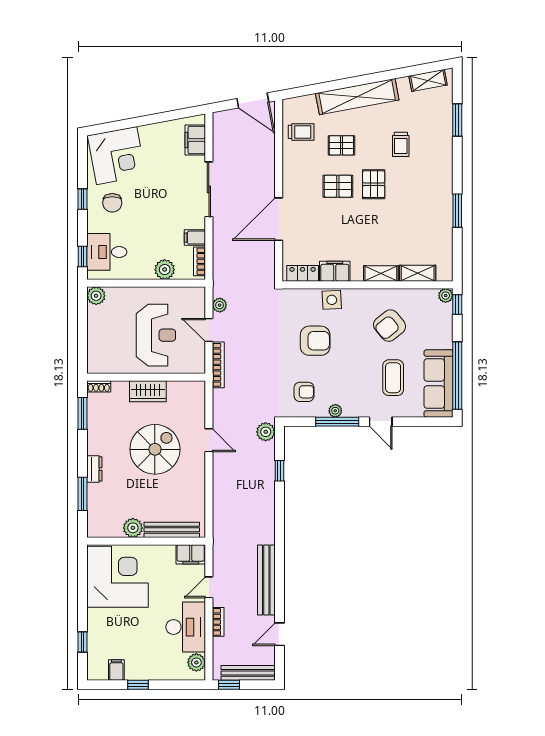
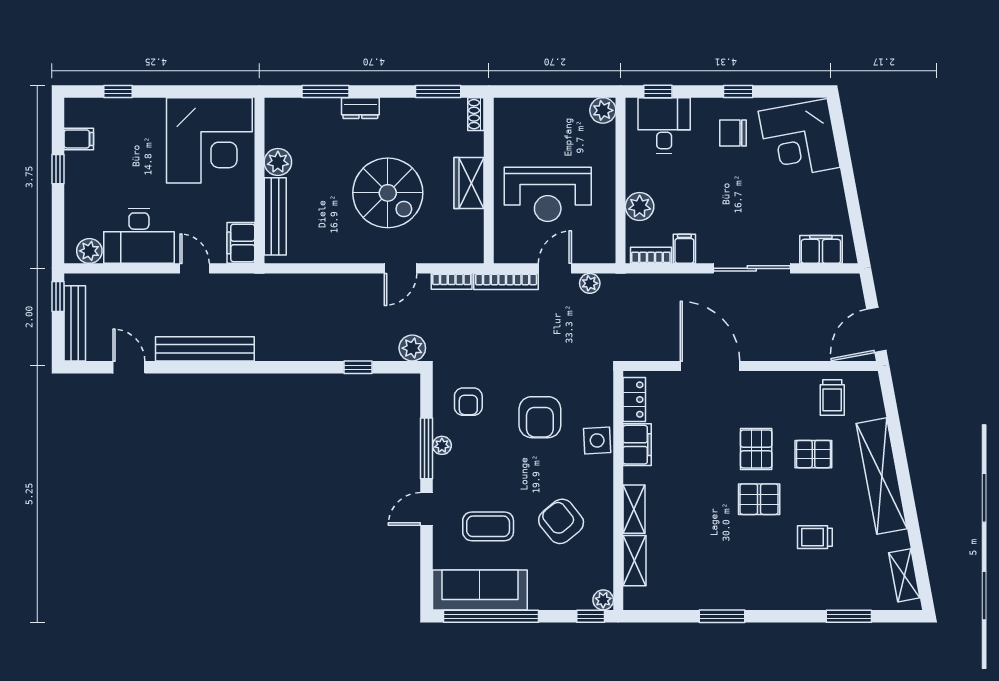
pallet: (341, 145) -> (813, 454), turned 90
bookcase: (218, 622) -> (452, 281), moved

